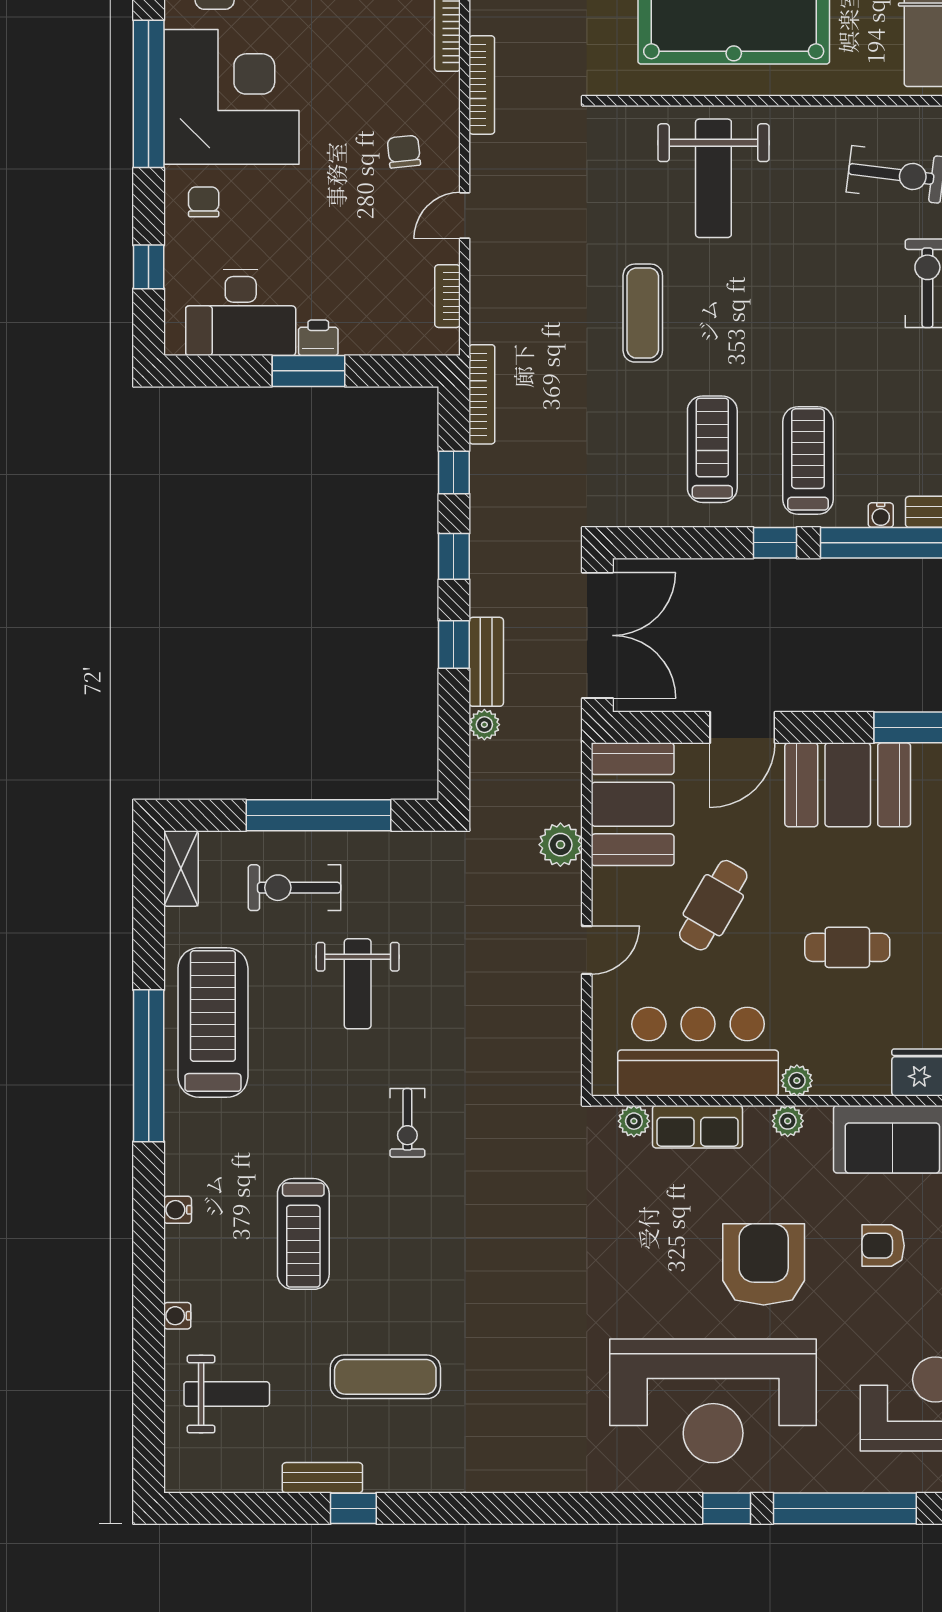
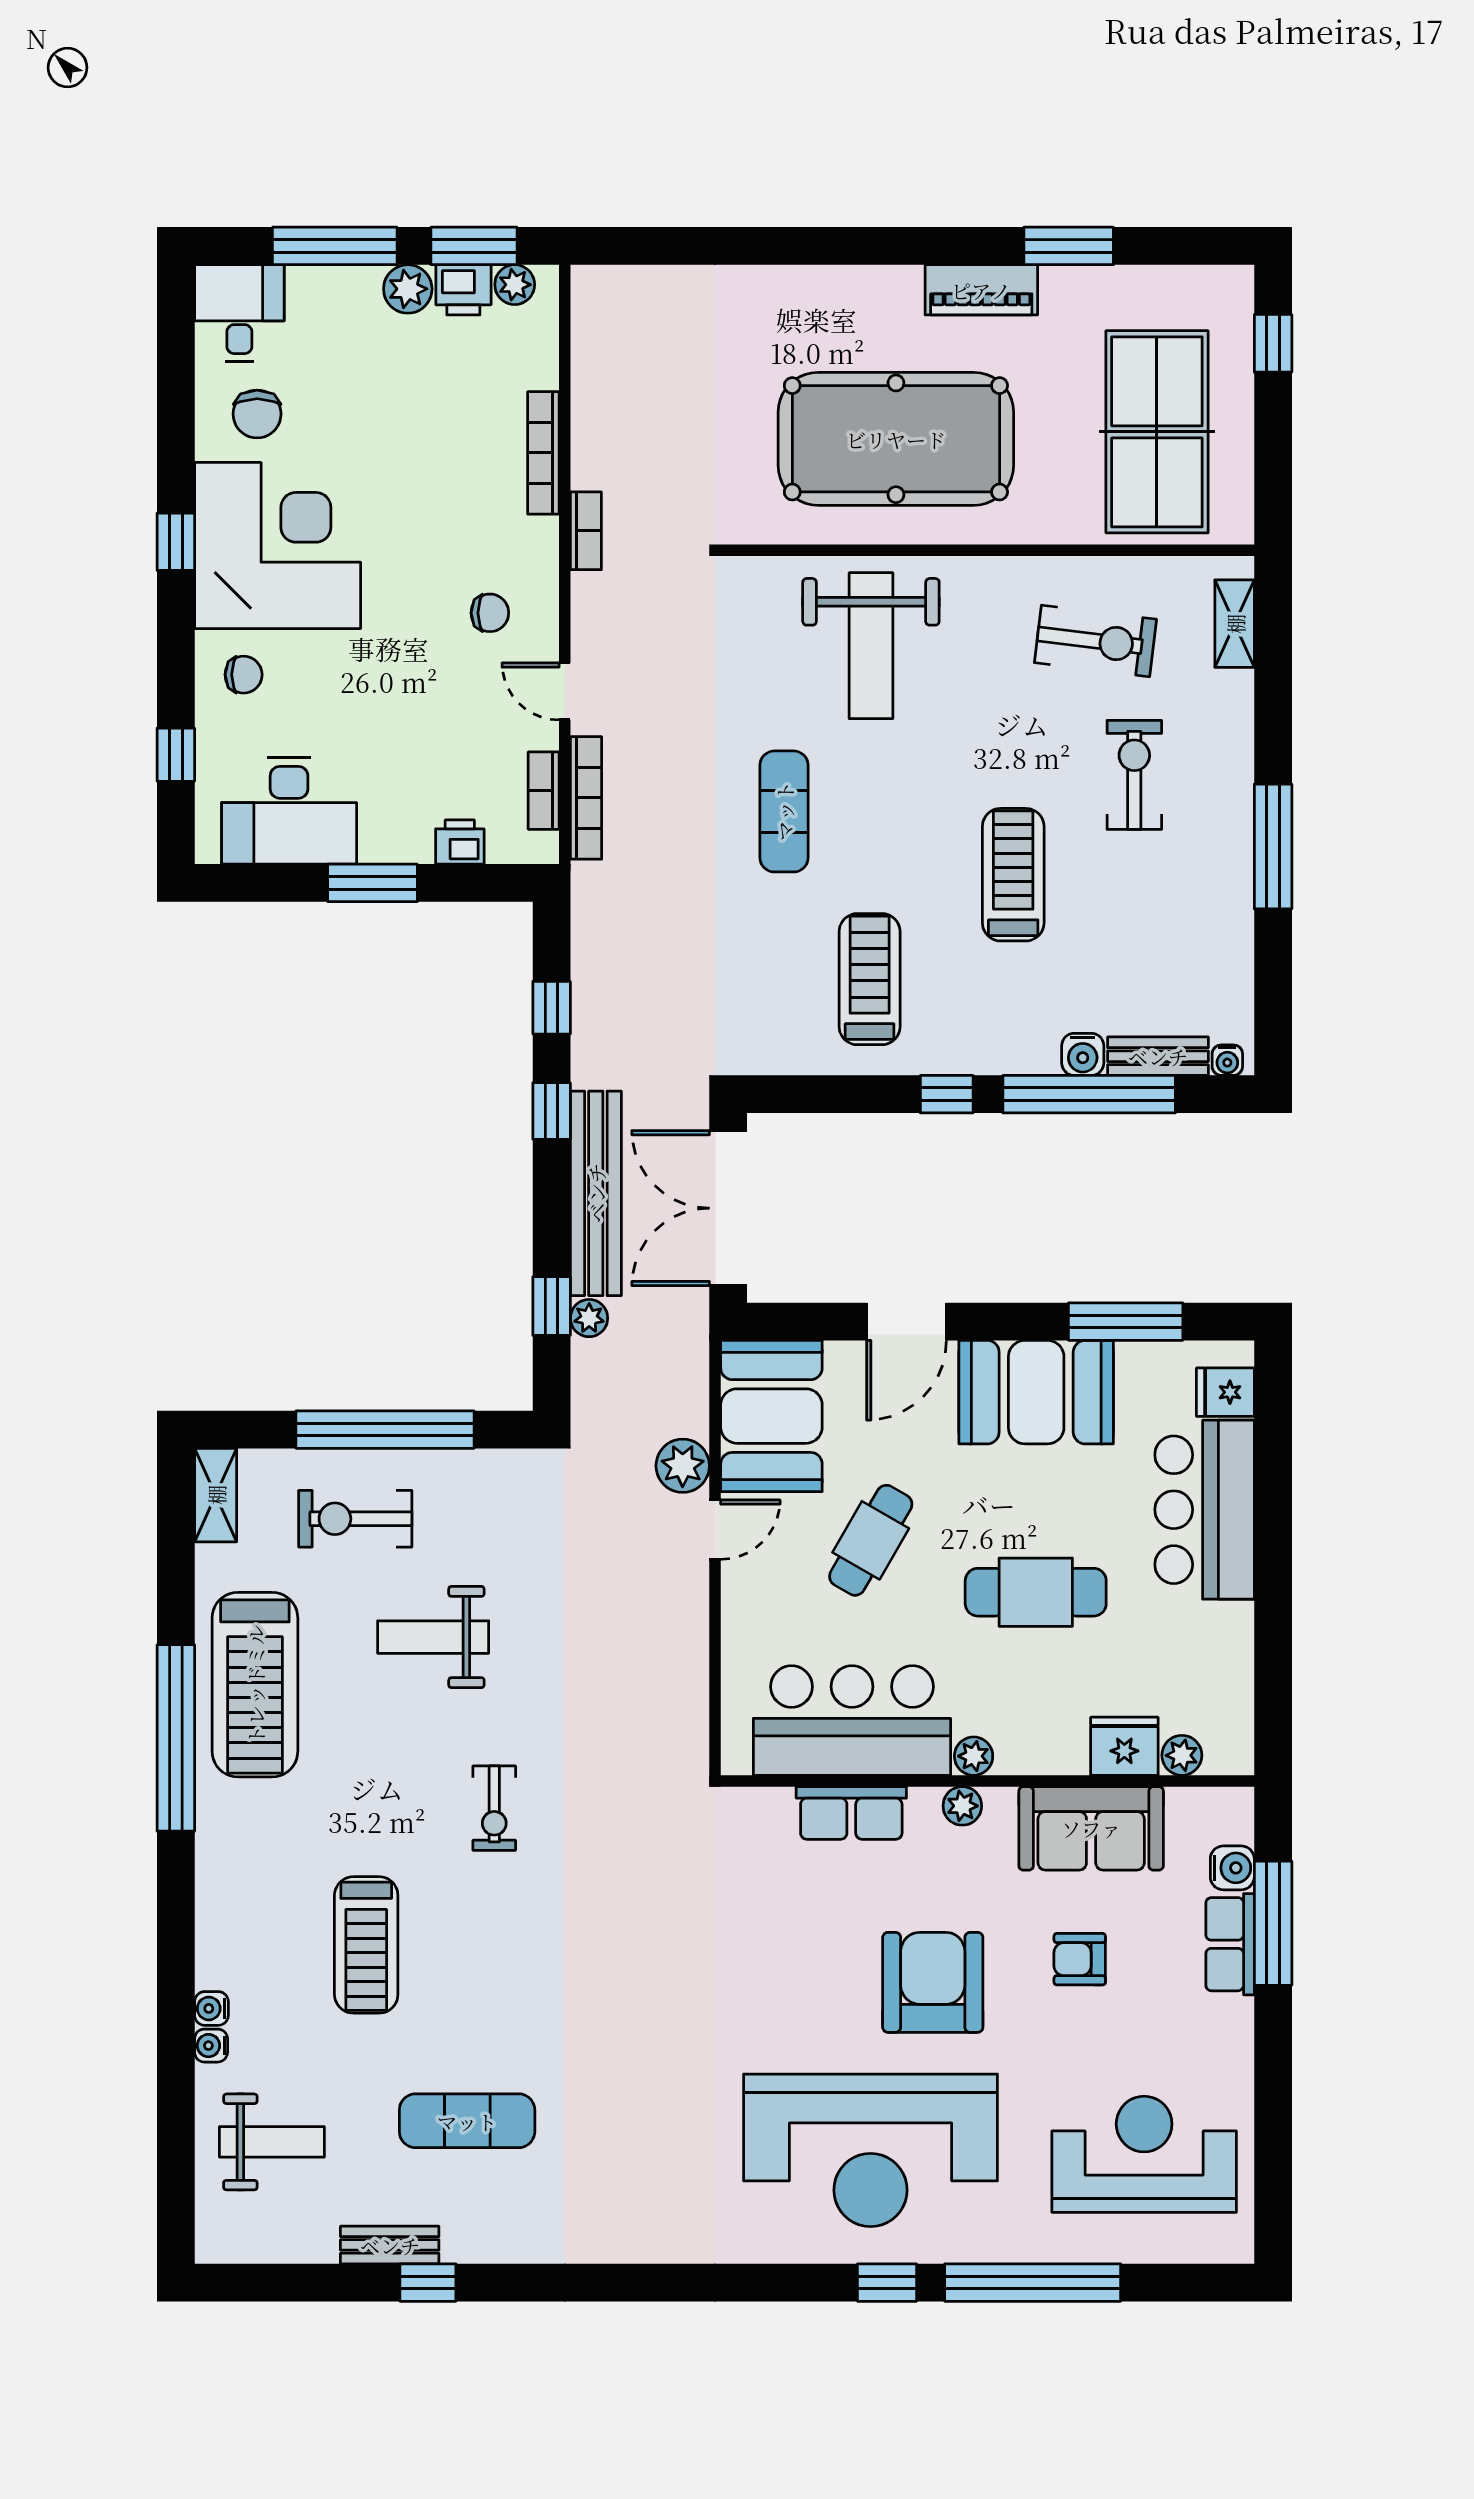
bookcase: (482, 85) -> (586, 531), width x0.64
window: (149, 94) -> (176, 542), width x0.32
chair: (404, 152) -> (490, 613), turned 96
chair: (204, 202) -> (244, 675), turned 90
door: (465, 215) -> (565, 691), hinge flipped
printer: (318, 338) -> (460, 842), moved
bookcase: (482, 394) -> (586, 798), moved
treadmill: (808, 460) -> (1013, 875), moved
water cooler: (881, 515) -> (1083, 1054), width x1.38, depth x1.38
double door: (597, 635) -> (728, 1208), swing flipped
window: (454, 645) -> (552, 1306), moved
bench: (486, 662) -> (596, 1193), width x1.86, depth x1.21
cafe table: (847, 947) -> (1036, 1592), width x1.37, depth x1.35
door: (587, 950) -> (715, 1530), moved
weight bench: (358, 984) -> (433, 1637), turned 90
treadmill: (213, 1022) -> (255, 1685), turned 180
plant: (634, 1121) -> (773, 1806), removed
water cooler: (178, 1210) -> (211, 2008), moved

